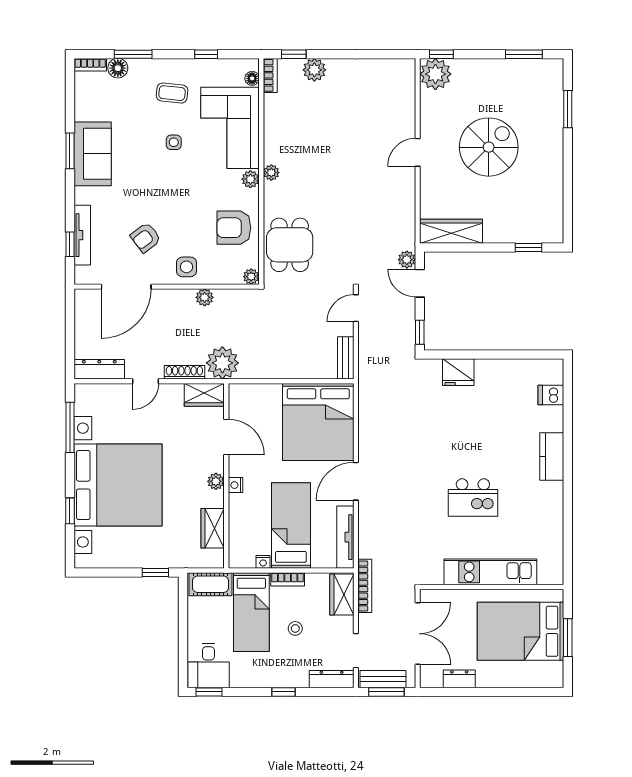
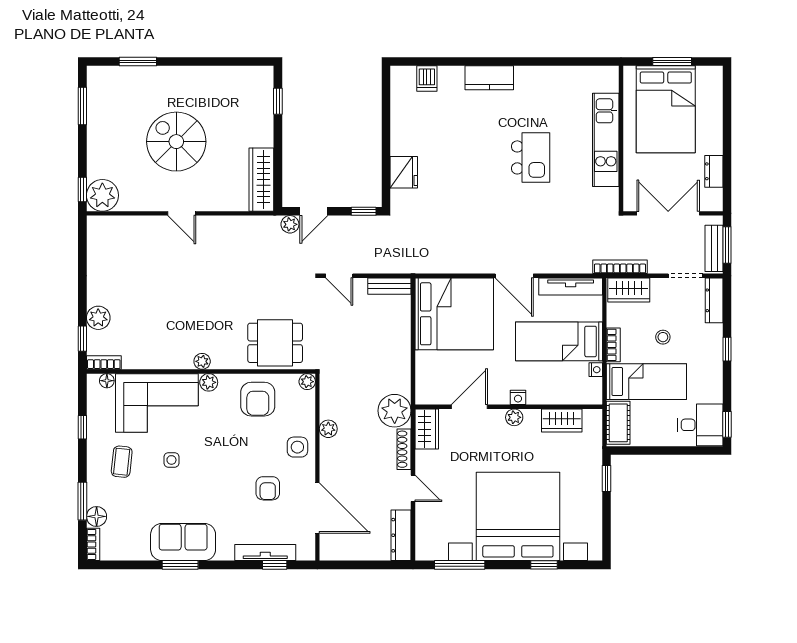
armchair: (146, 238) -> (268, 488), turned 37

